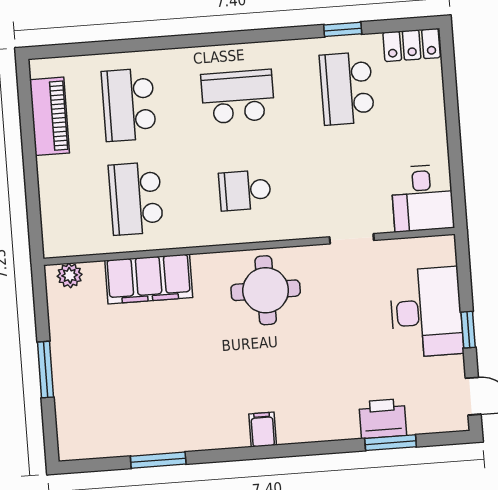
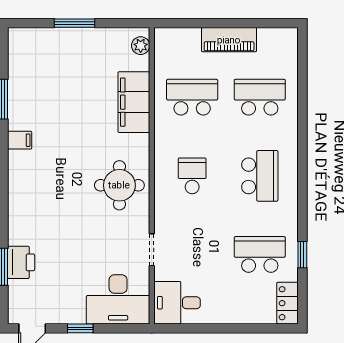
piano: (49, 116) -> (229, 40), moved
desk: (426, 312) -> (118, 299), moved
filing cabinet: (263, 430) -> (20, 140), moved

